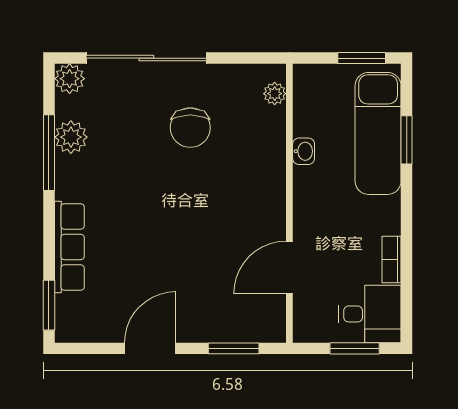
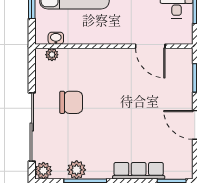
washbasin: (304, 151) -> (56, 38), moved

